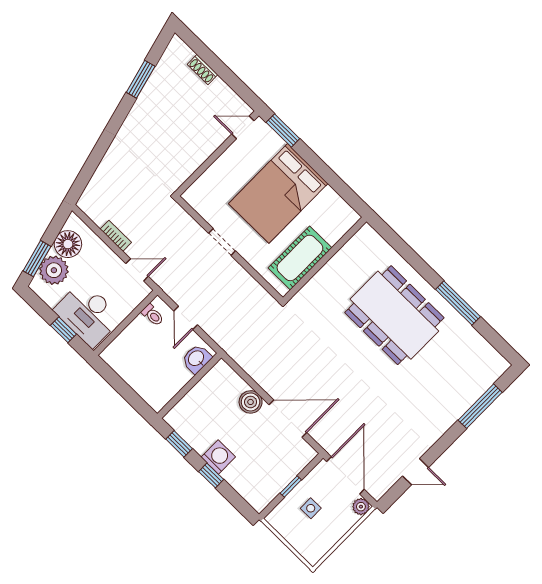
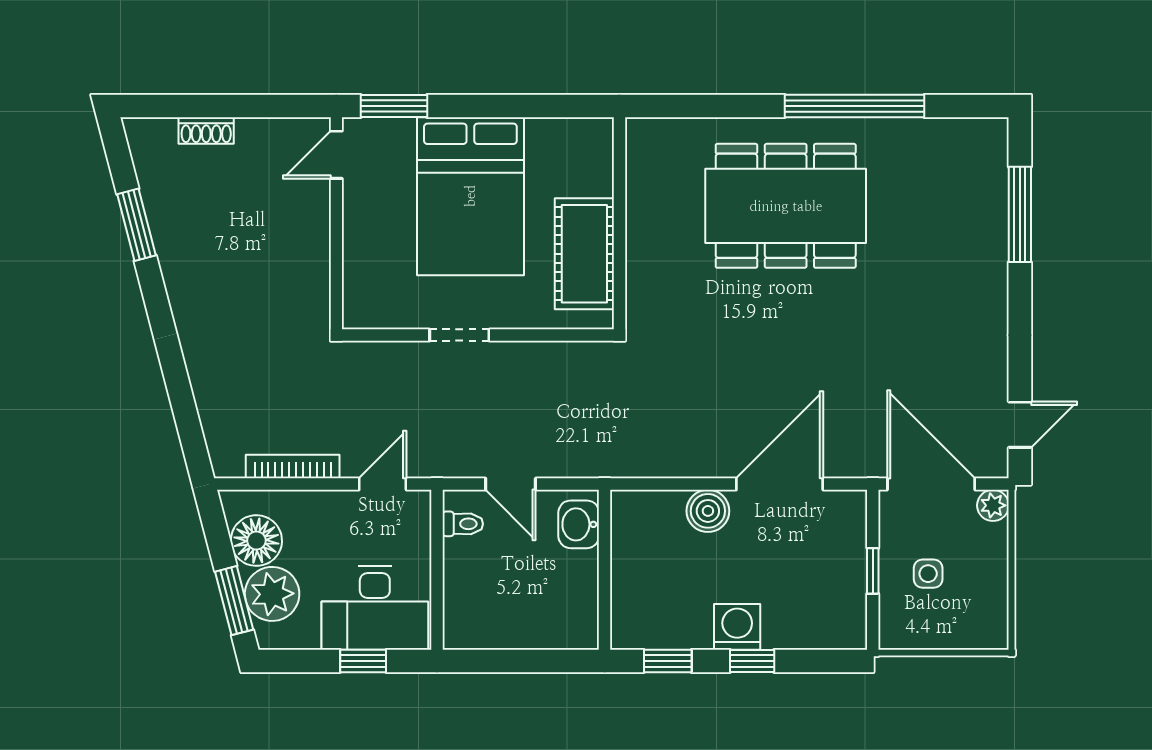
bookcase: (116, 236) -> (293, 467), width x1.56
window: (458, 303) -> (855, 106), width x1.46
door: (416, 472) -> (1020, 425), moved

